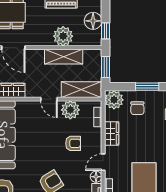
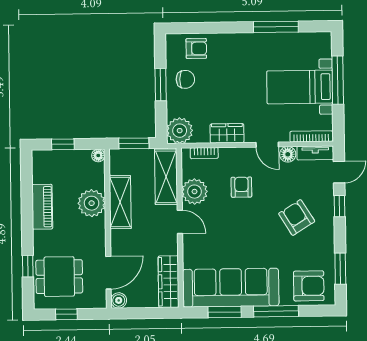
floor lamp: (93, 21) -> (98, 155), moved, width x0.53, depth x0.53
window: (105, 31) -> (63, 144), moved
door: (49, 99) -> (180, 222), hinge flipped
chair: (137, 108) -> (185, 79), moved

